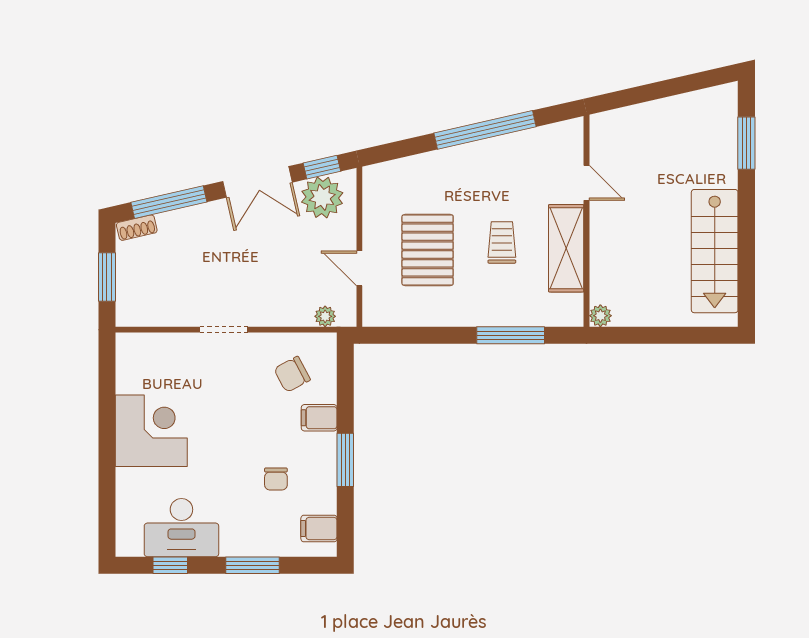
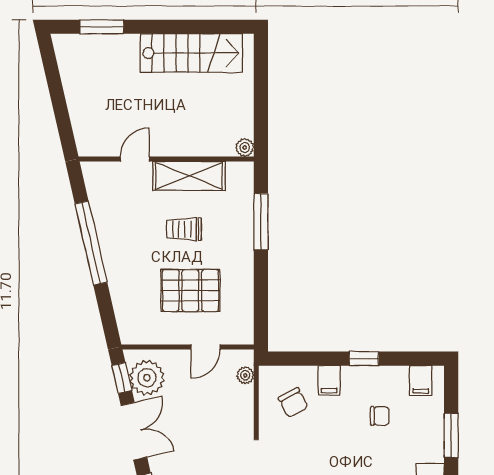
window: (345, 460) -> (364, 359), width x0.67

